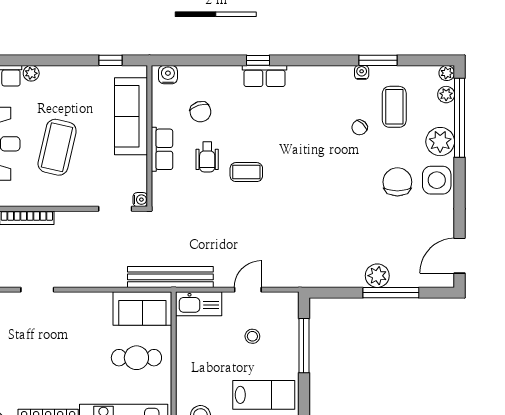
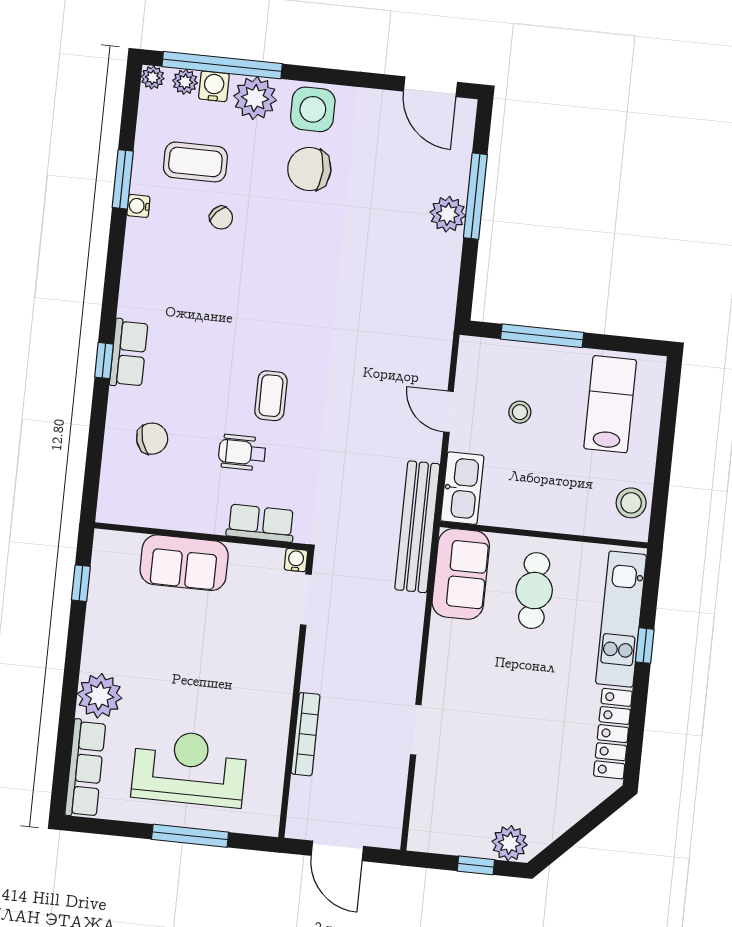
plant: (31, 73) -> (100, 696), width x1.88, depth x1.88
water cooler: (168, 75) -> (214, 86), moved, turned 90
chair: (200, 112) -> (152, 439), moved
sofa: (131, 116) -> (184, 563), width x0.73
coffee table: (57, 147) -> (204, 678), removed
row of seats: (162, 149) -> (261, 523), moved
wheelchair: (207, 157) -> (242, 452), turned 180

